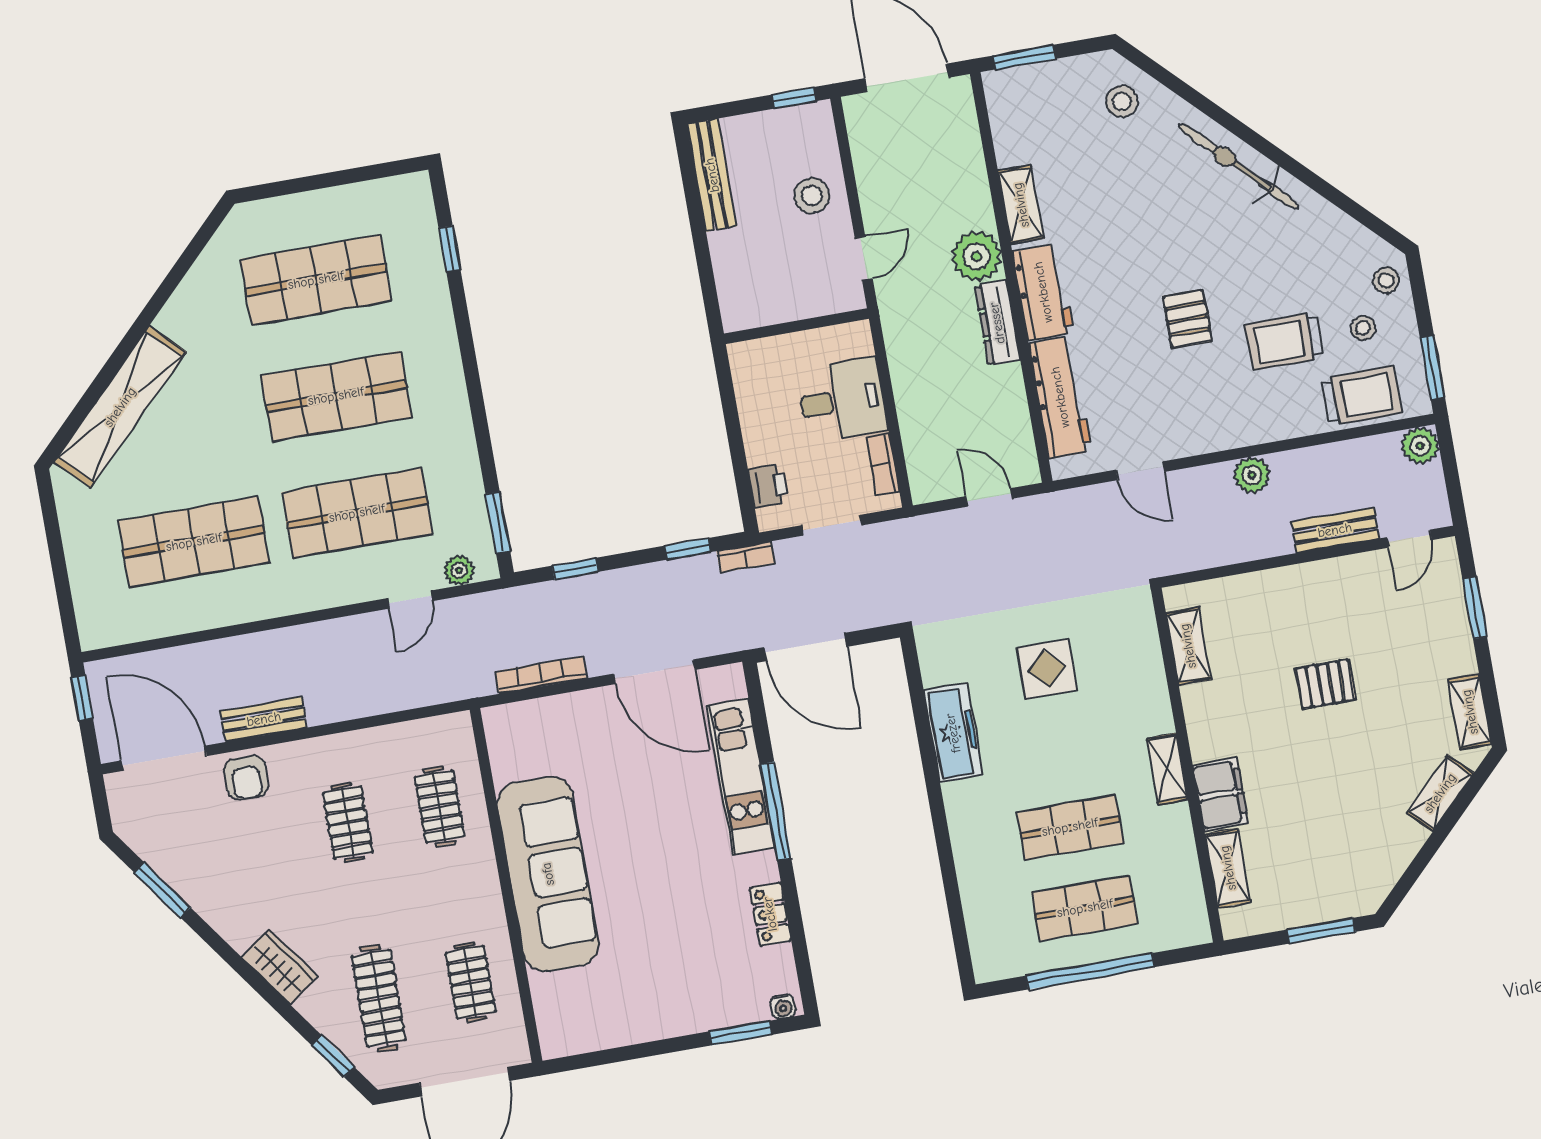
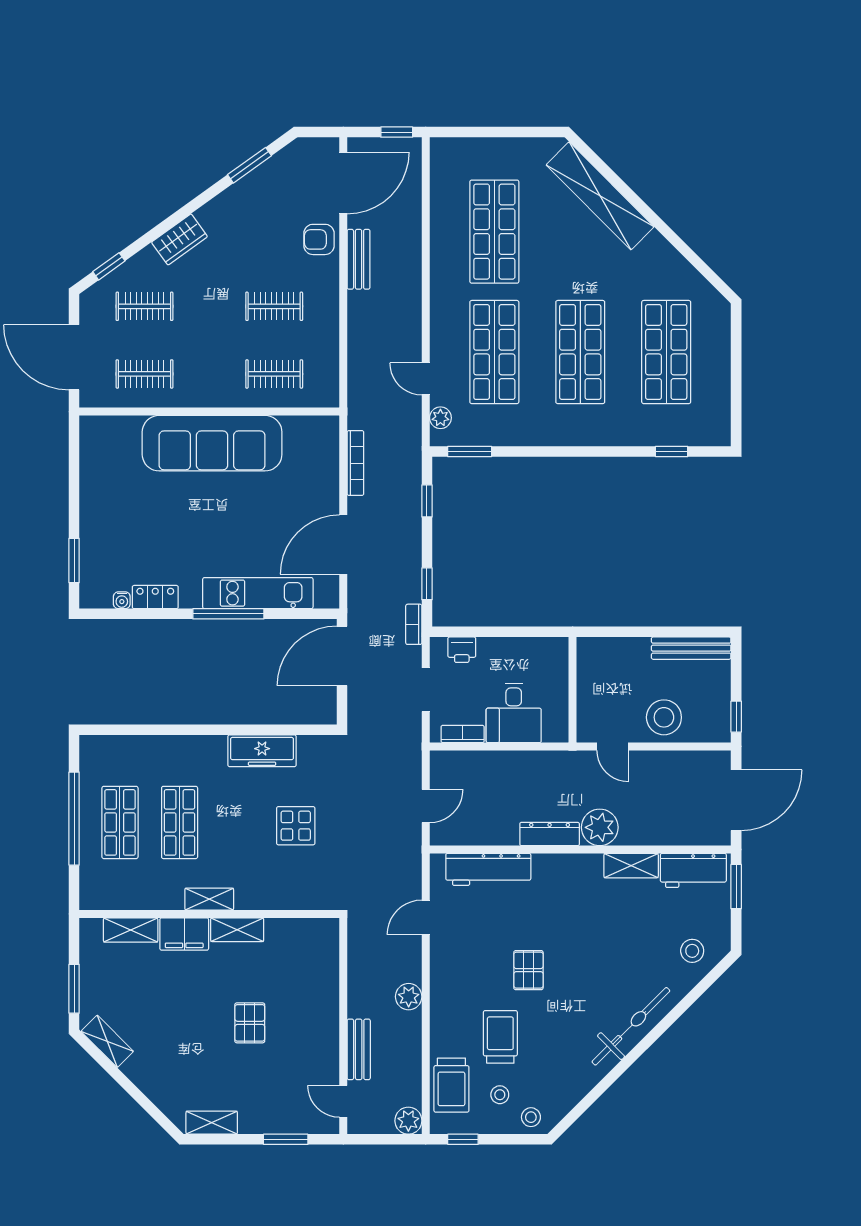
stool: (812, 196) -> (664, 717), width x1.38, depth x1.38
workbench: (1043, 292) -> (693, 870), moved
pallet: (1187, 319) -> (528, 970), turned 90
window: (1432, 367) -> (463, 1139), width x0.67
shelving: (1188, 646) -> (237, 930), moved
shelving: (1440, 793) -> (107, 1041), moved
clothes rail: (379, 998) -> (144, 306), width x0.73
water cooler: (783, 1007) -> (122, 600), moved, turned -90

